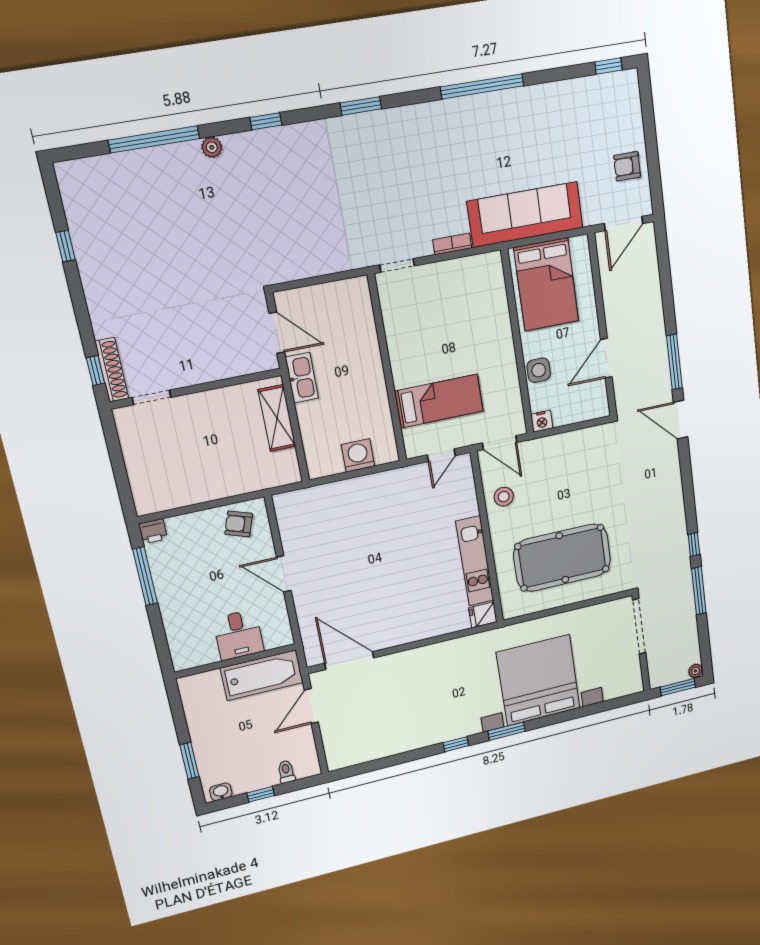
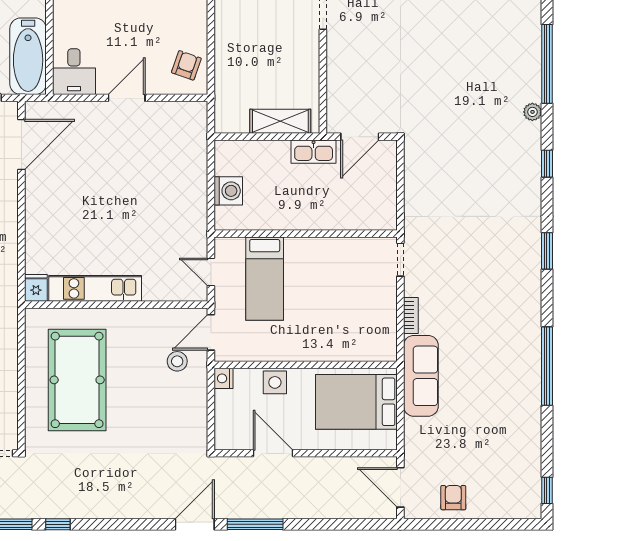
sofa: (525, 215) -> (421, 376), width x0.74, depth x0.79
stool: (504, 497) -> (177, 361), moved
desk: (238, 635) -> (74, 72), moved, turned -90

